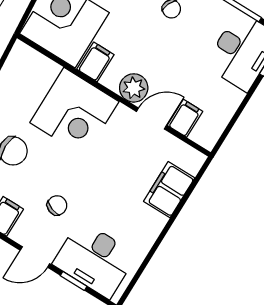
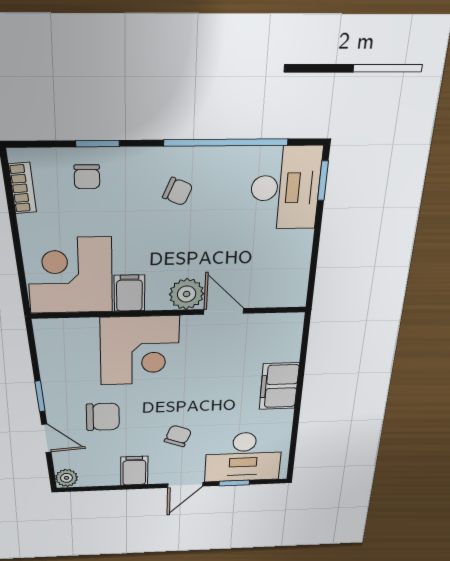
door: (151, 118) -> (224, 311), hinge flipped
filing cabinet: (185, 118) -> (259, 291), removed
filing cabinet: (169, 190) -> (279, 386), moved

